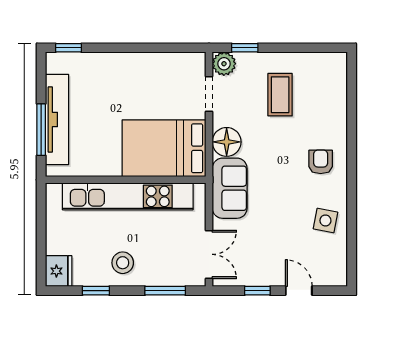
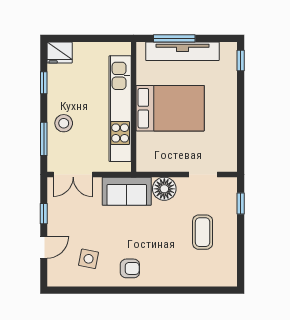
plant: (224, 64) -> (228, 187), removed
coffee table: (280, 95) -> (203, 232), turned 90
bed: (164, 148) -> (170, 108), moved, turned 90
armchair: (321, 162) -> (130, 268), moved
side table: (325, 220) -> (89, 259), moved
stool: (123, 263) -> (64, 123), moved

